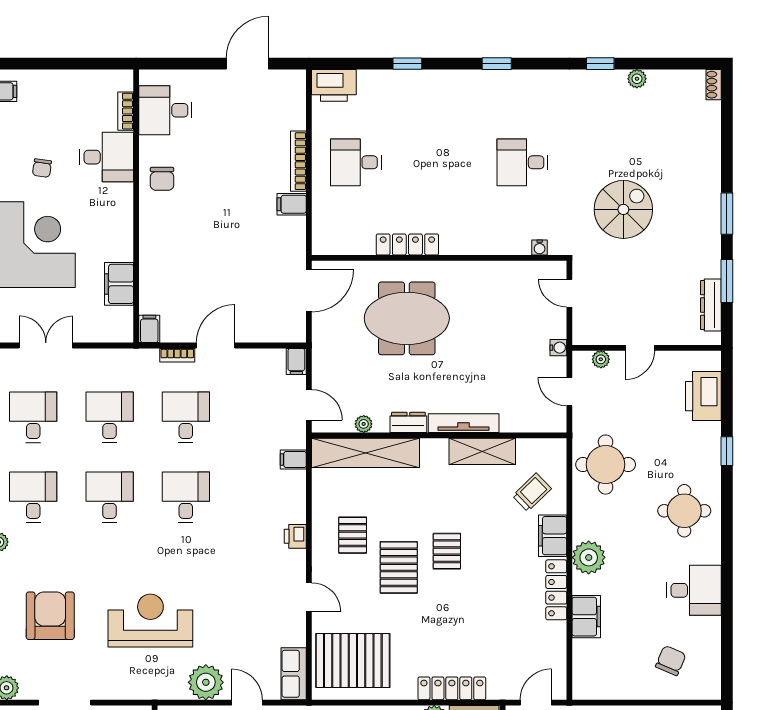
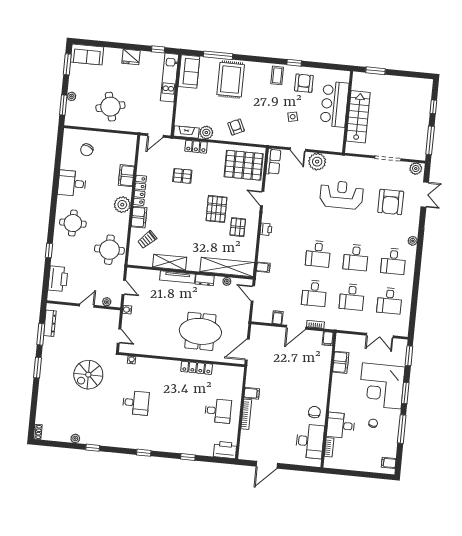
desk: (165, 110) -> (310, 441), width x1.37
filing cabinet: (296, 361) -> (278, 318), moved
pallet: (447, 551) -> (182, 176), moved, turned 90
reception desk: (150, 621) -> (342, 195), turned 180
locker: (452, 688) -> (196, 147), width x0.66

